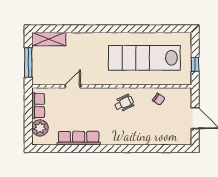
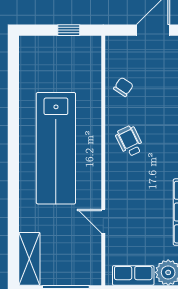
lab bench: (144, 58) -> (56, 148), moved

